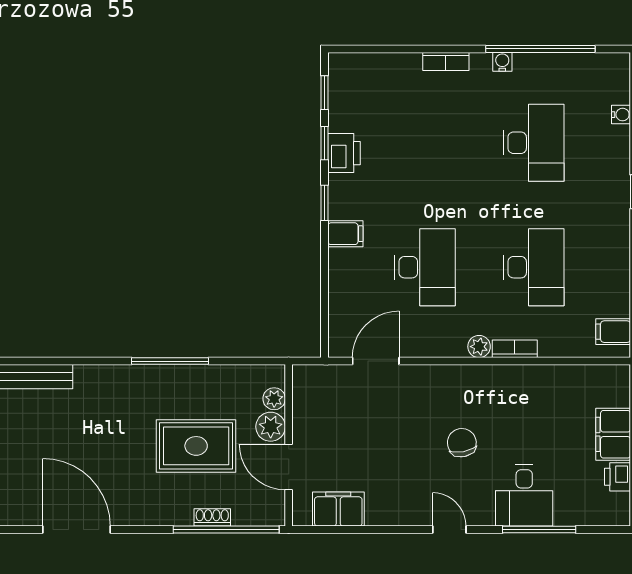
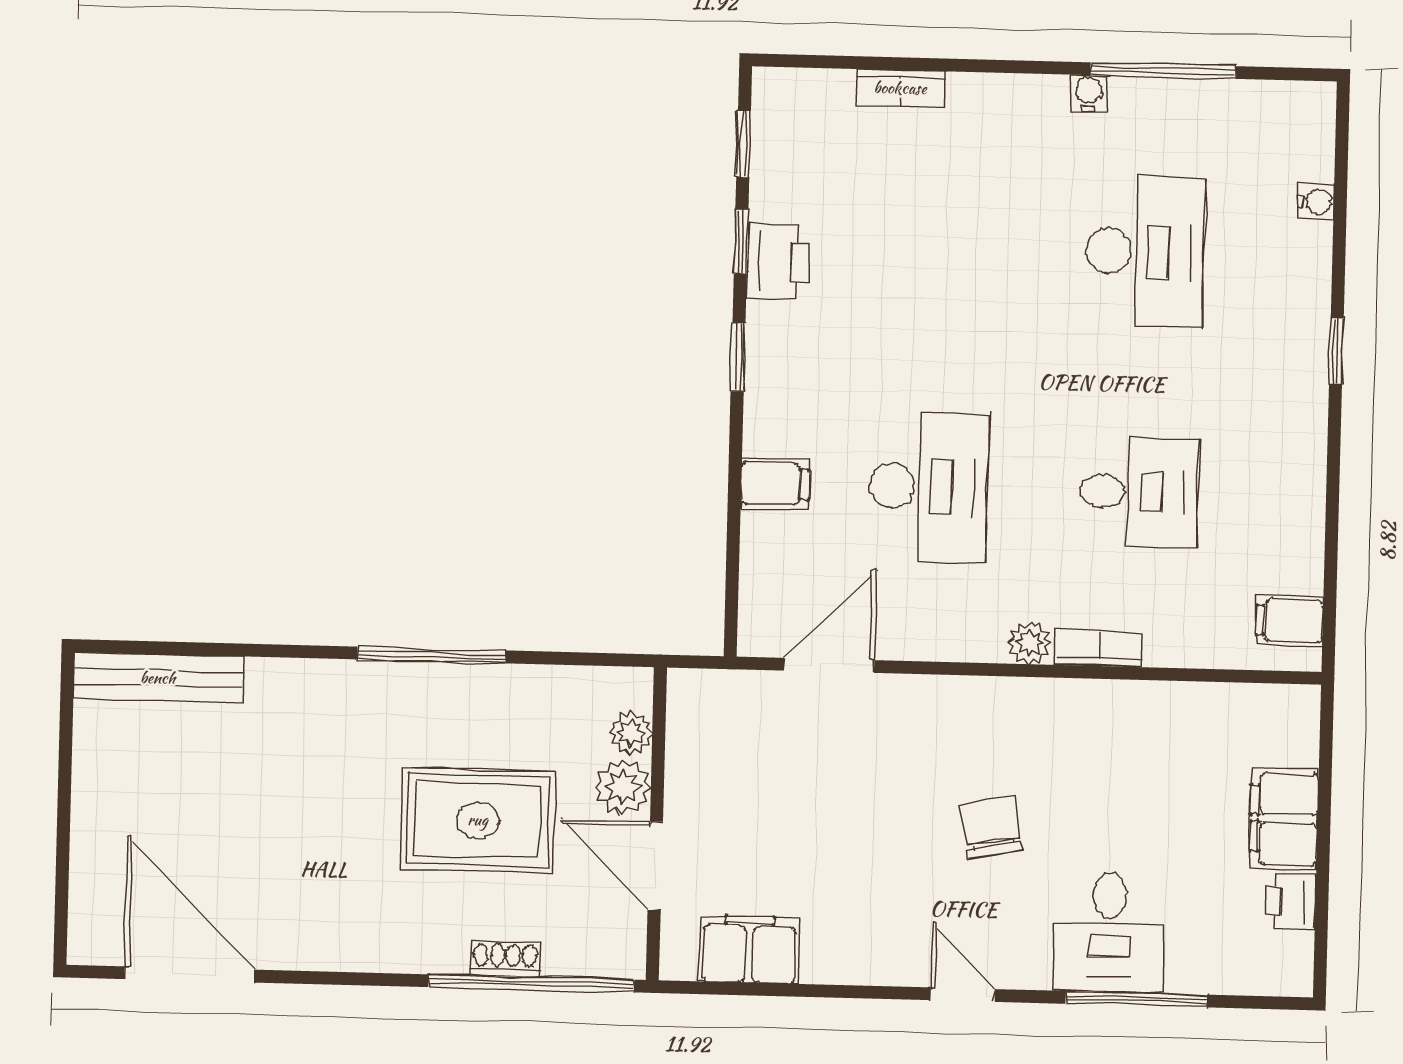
window: (540, 49) -> (1163, 71), width x0.68
bookcase: (446, 61) -> (900, 88), moved
filing cabinet: (345, 234) -> (775, 484), moved
desk: (534, 267) -> (1139, 492), width x0.73
door: (76, 530) -> (190, 974), moved

